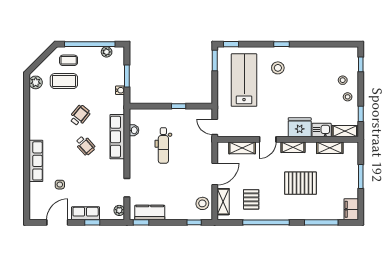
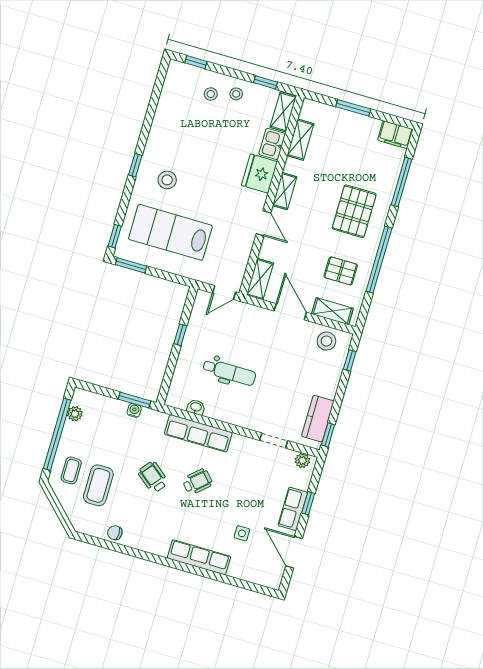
window: (127, 76) -> (134, 400), moved
plant: (36, 82) -> (89, 526), removed
chair: (36, 101) -> (115, 533), added
shelving: (242, 148) -> (260, 279), moved
pallet: (300, 183) -> (354, 211), moved

